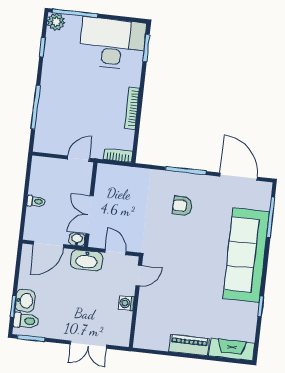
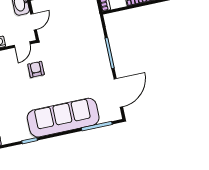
armchair: (182, 206) -> (36, 69), moved
door: (139, 275) -> (22, 45), hinge flipped

